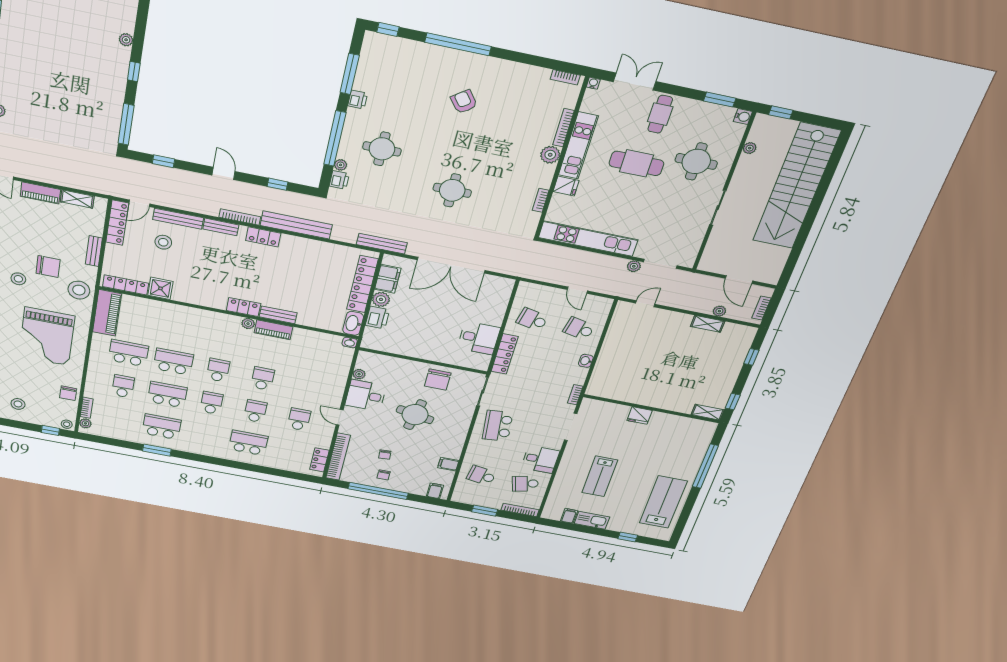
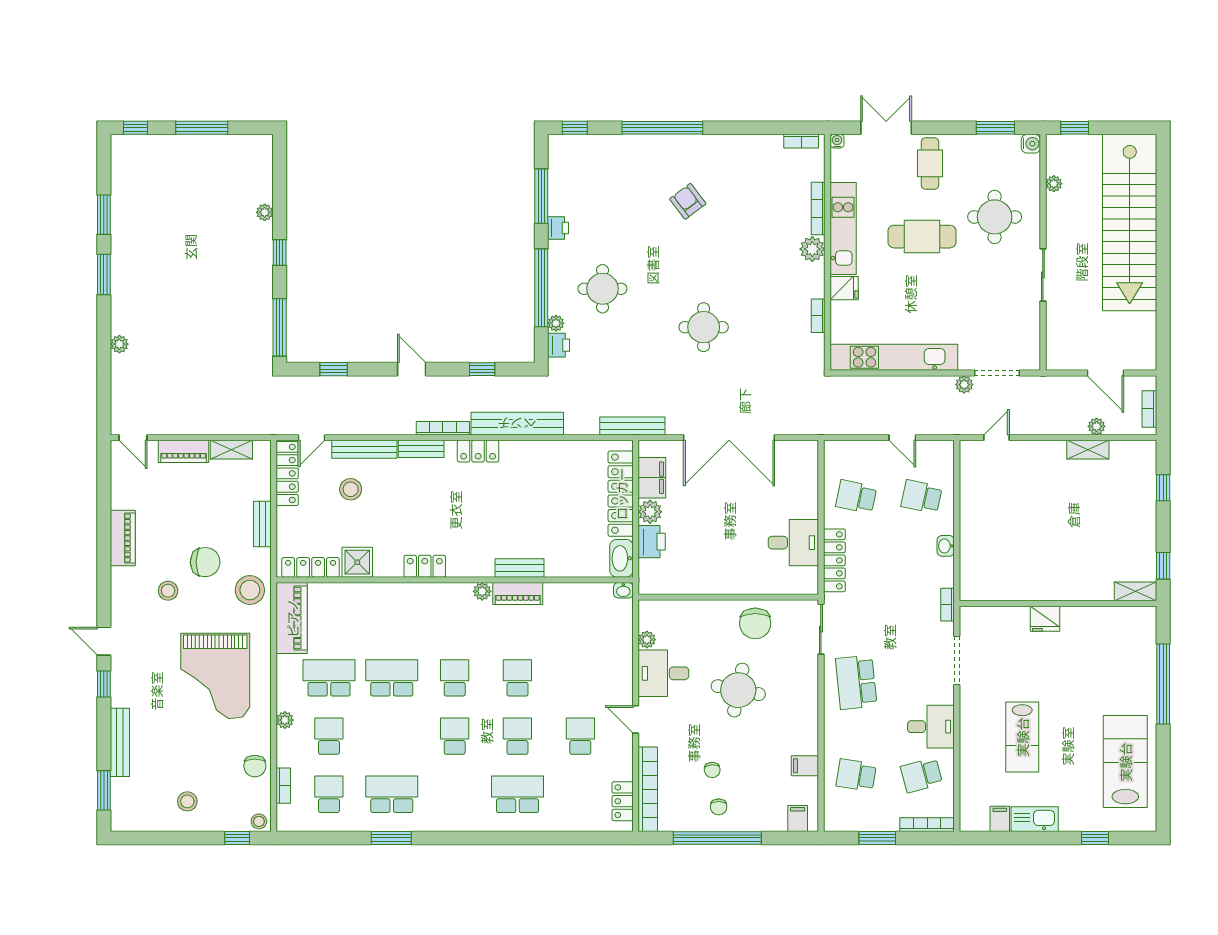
locker: (243, 307) -> (425, 566), moved
school desk: (167, 395) -> (329, 794), moved, width x0.54
plant: (85, 423) -> (285, 720), moved

